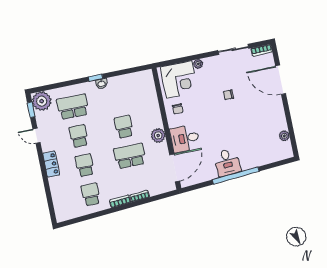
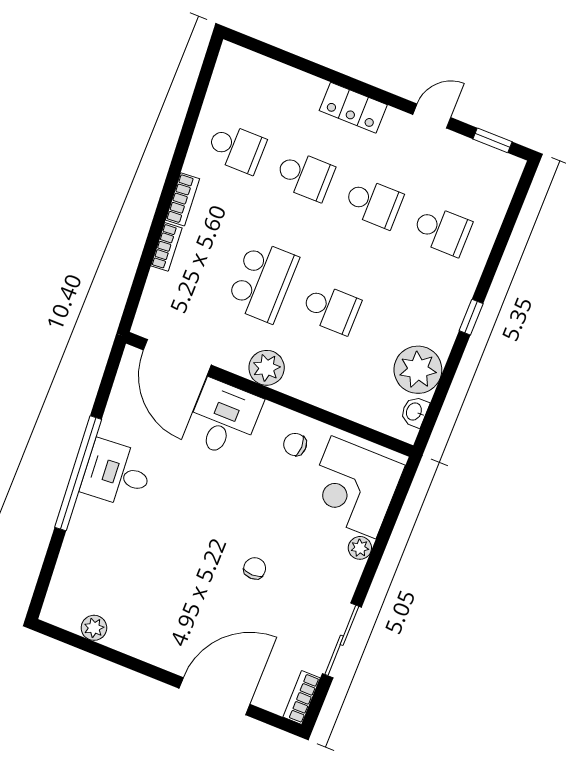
washbasin: (102, 84) -> (415, 412), moved
plant: (42, 101) -> (418, 370), moved
school desk: (73, 107) -> (442, 230), width x0.54

